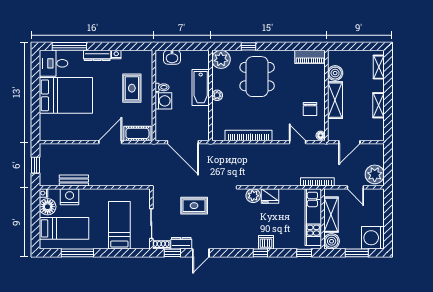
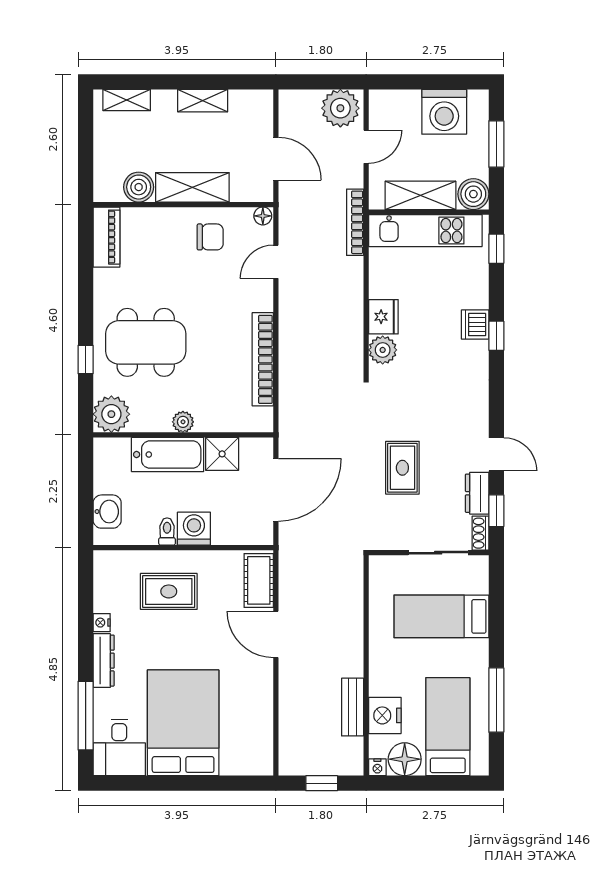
shower: (201, 115) -> (222, 454), added
washing machine: (373, 238) -> (444, 112), moved

